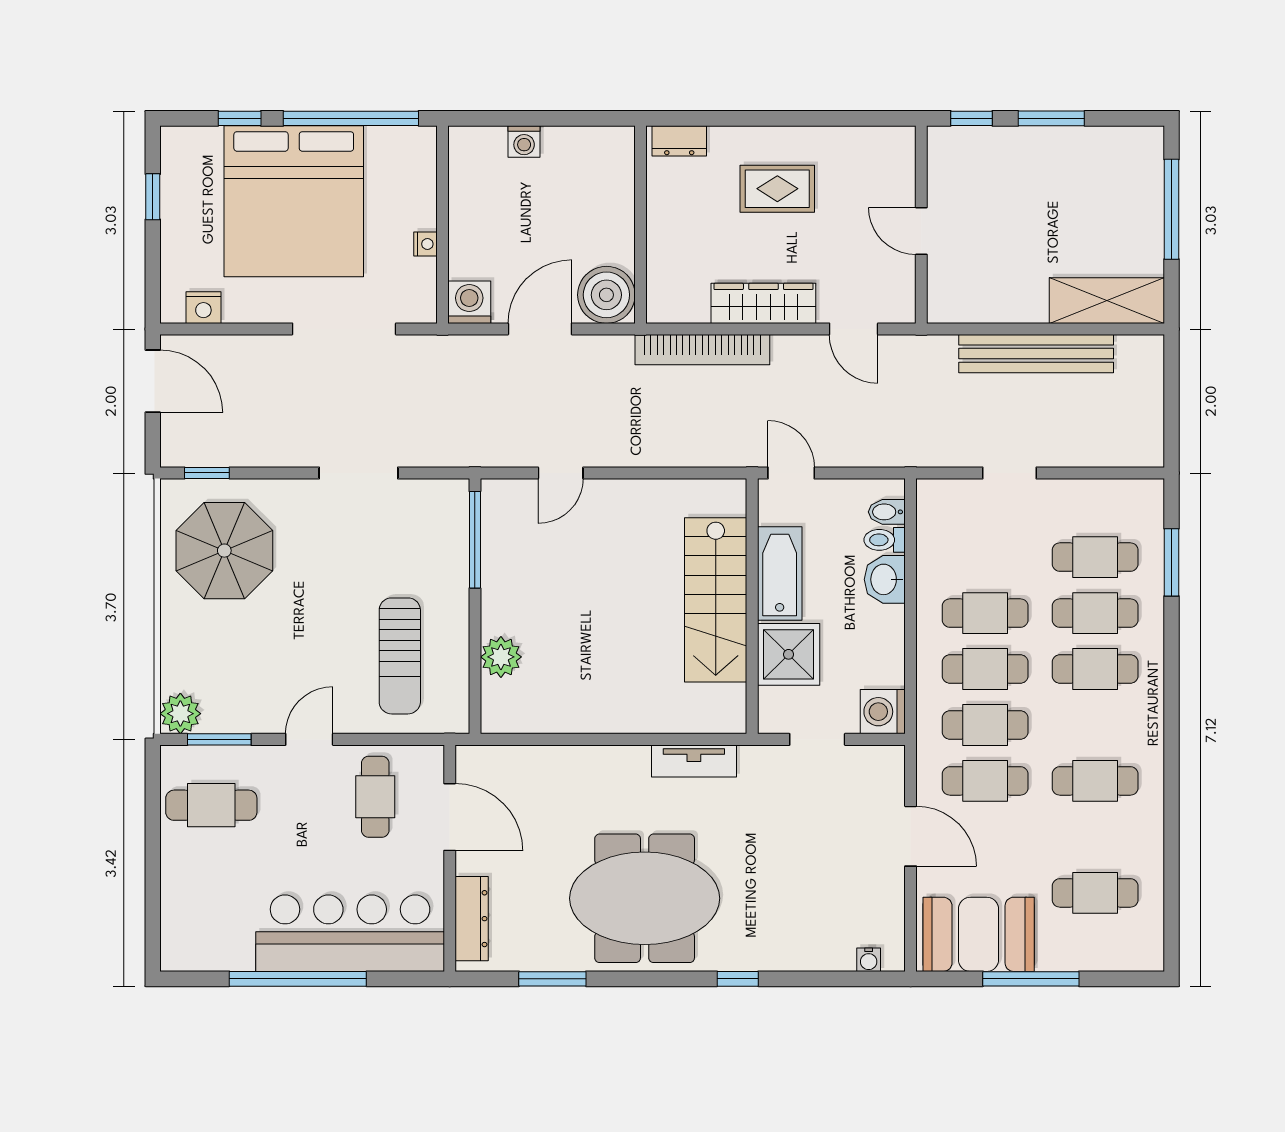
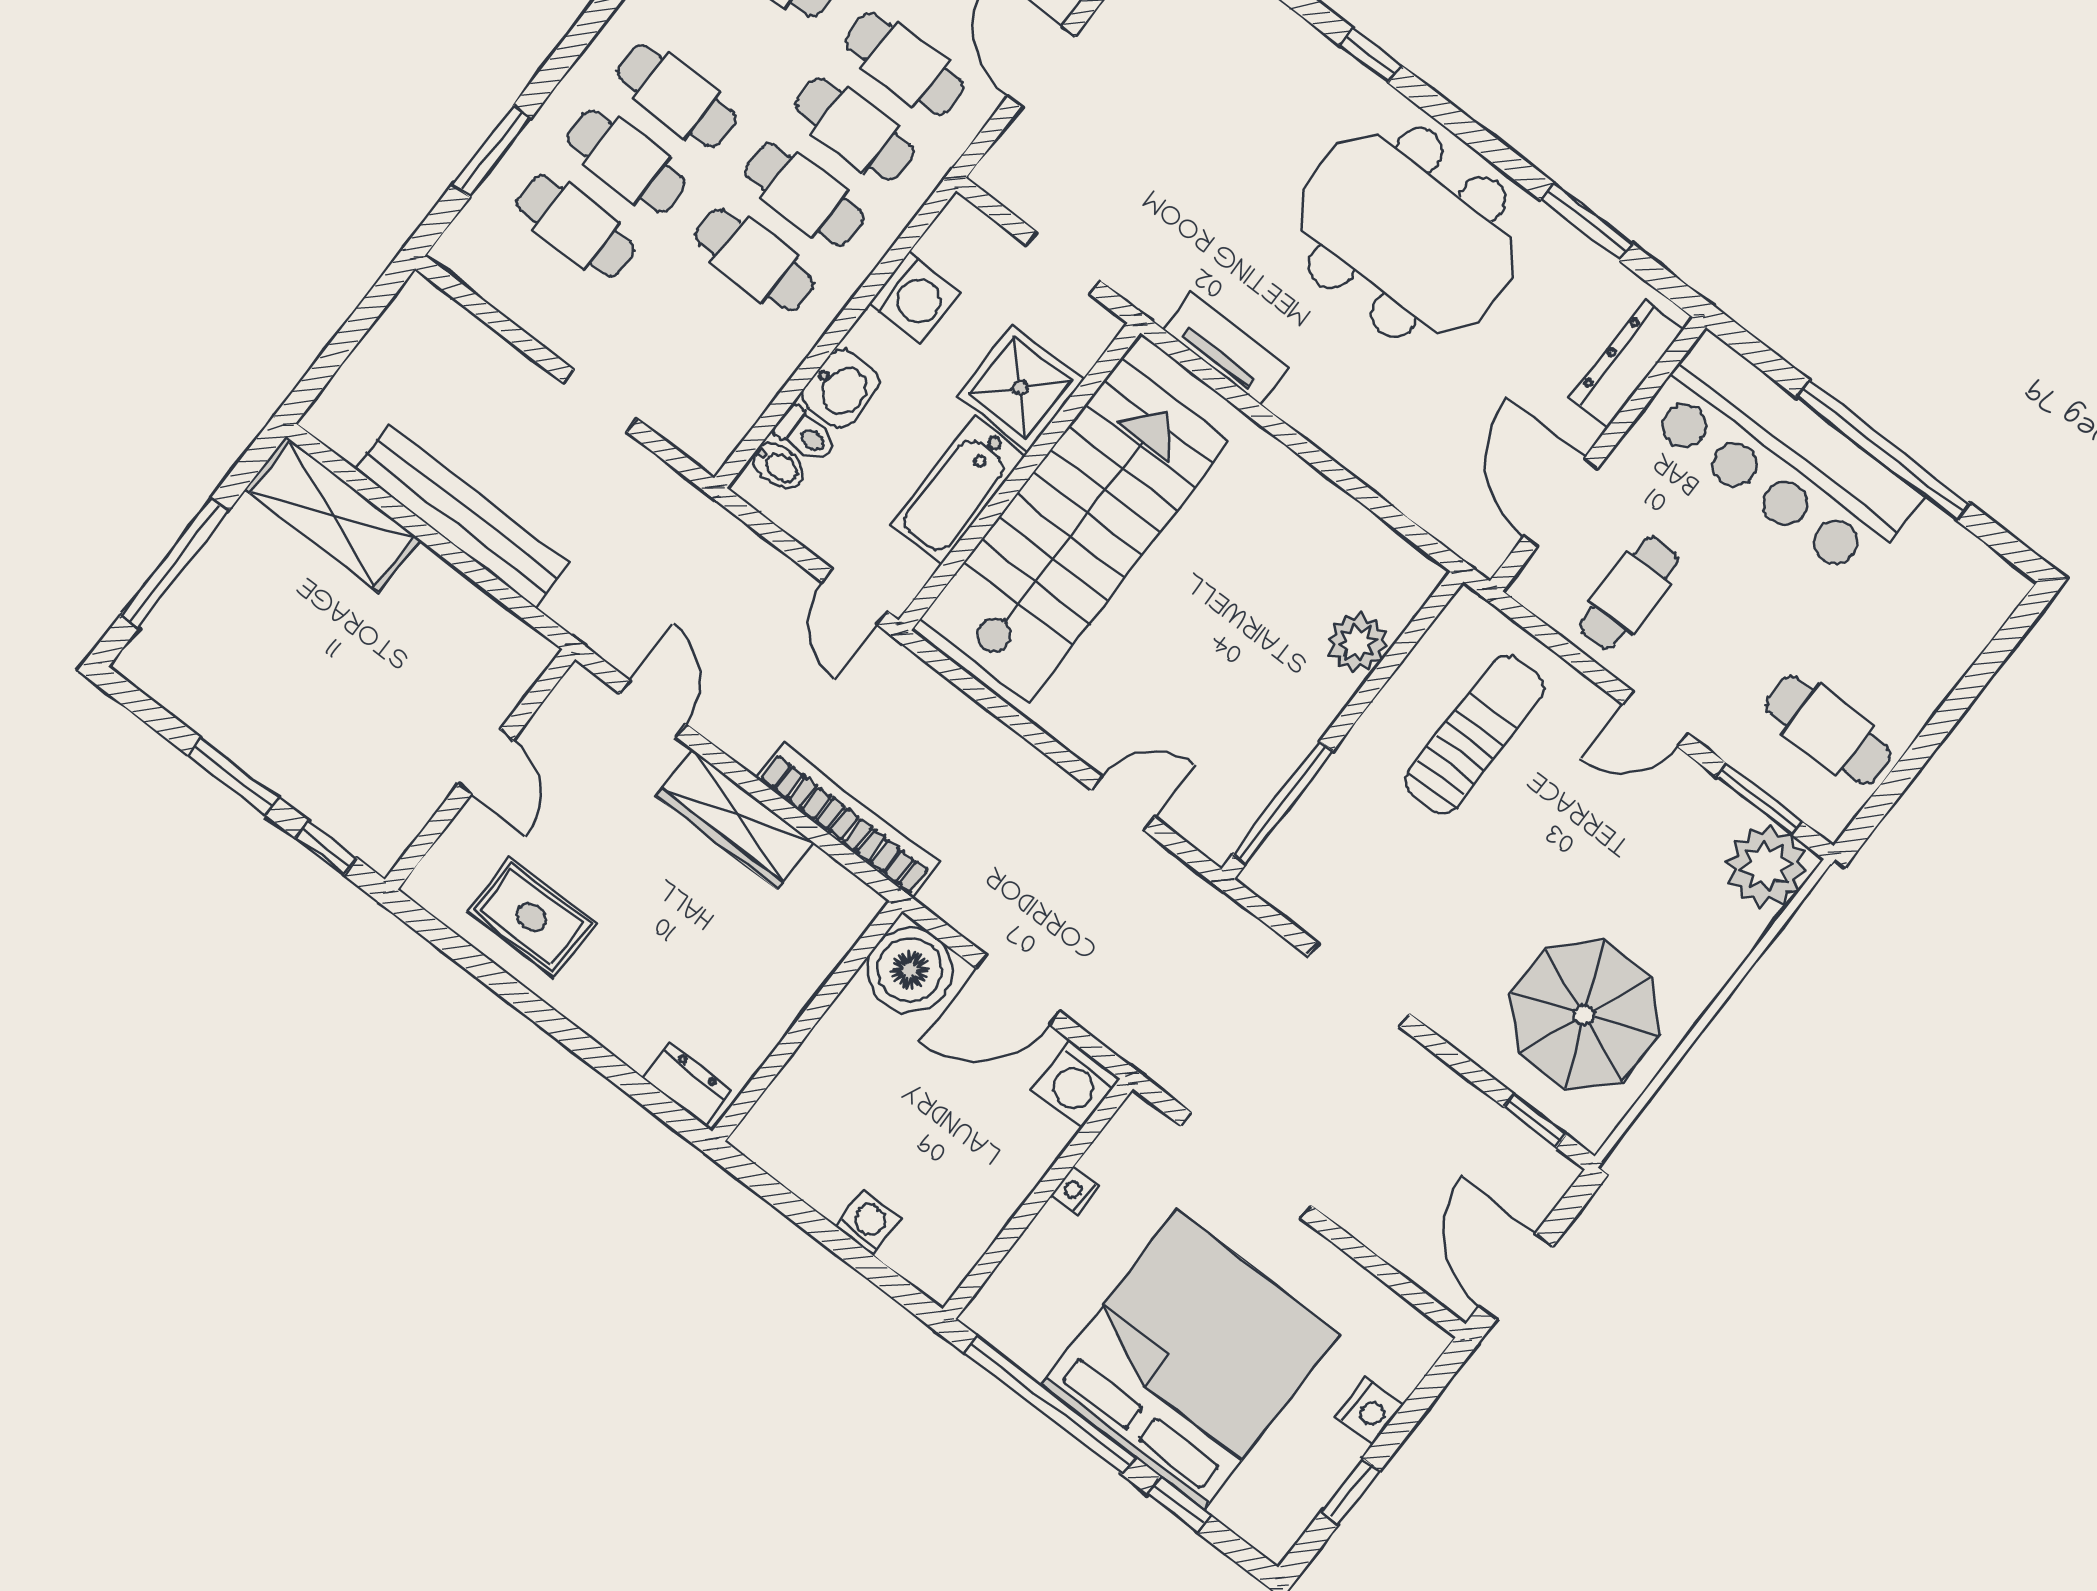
rug: (777, 189) -> (532, 917), moved
nightstand: (203, 308) -> (1369, 1411), moved, turned 90
stairs: (716, 600) -> (1075, 531), width x1.36, depth x1.51
washing machine: (883, 712) -> (915, 298), moved
plant: (180, 714) -> (1766, 866), width x1.36, depth x1.36

